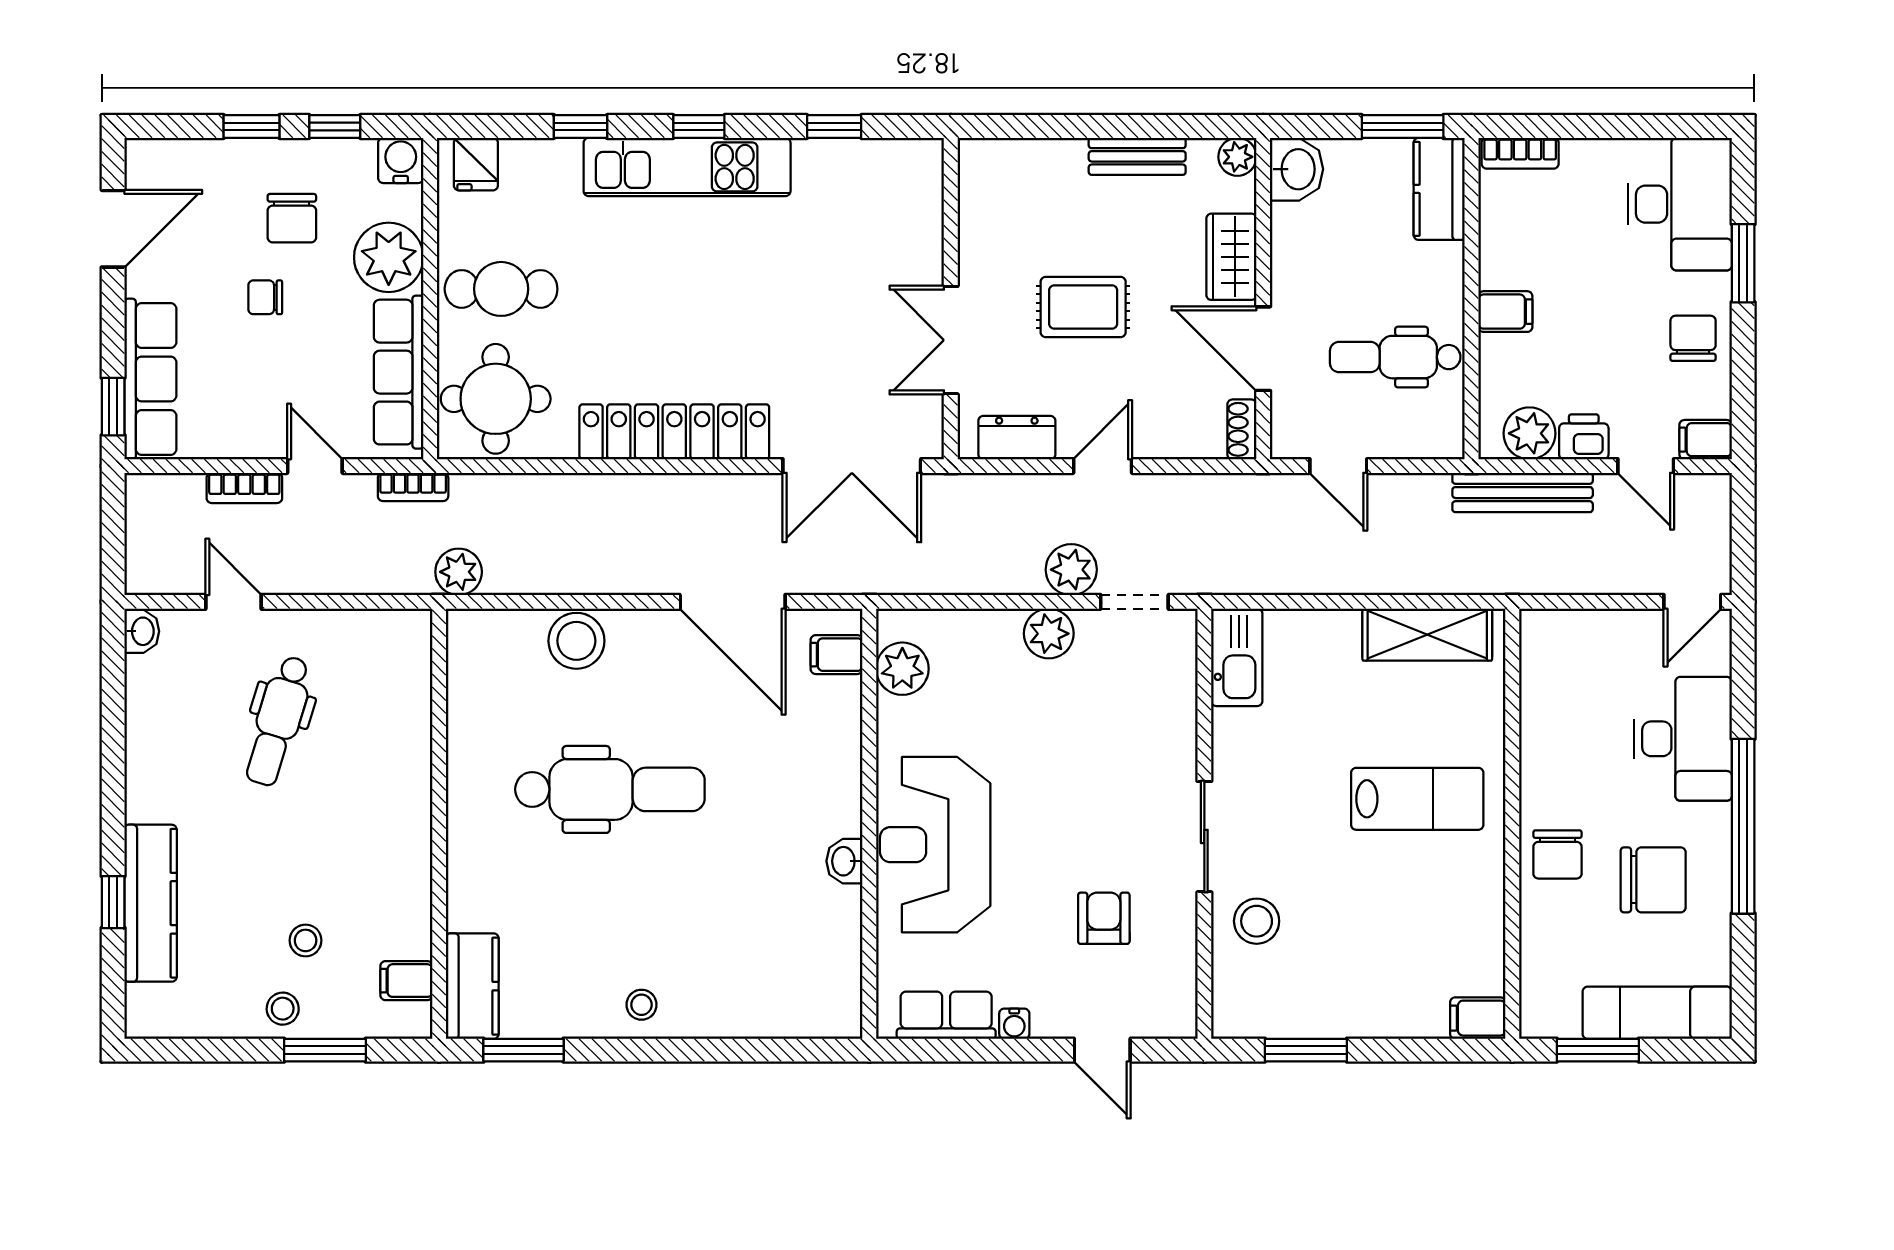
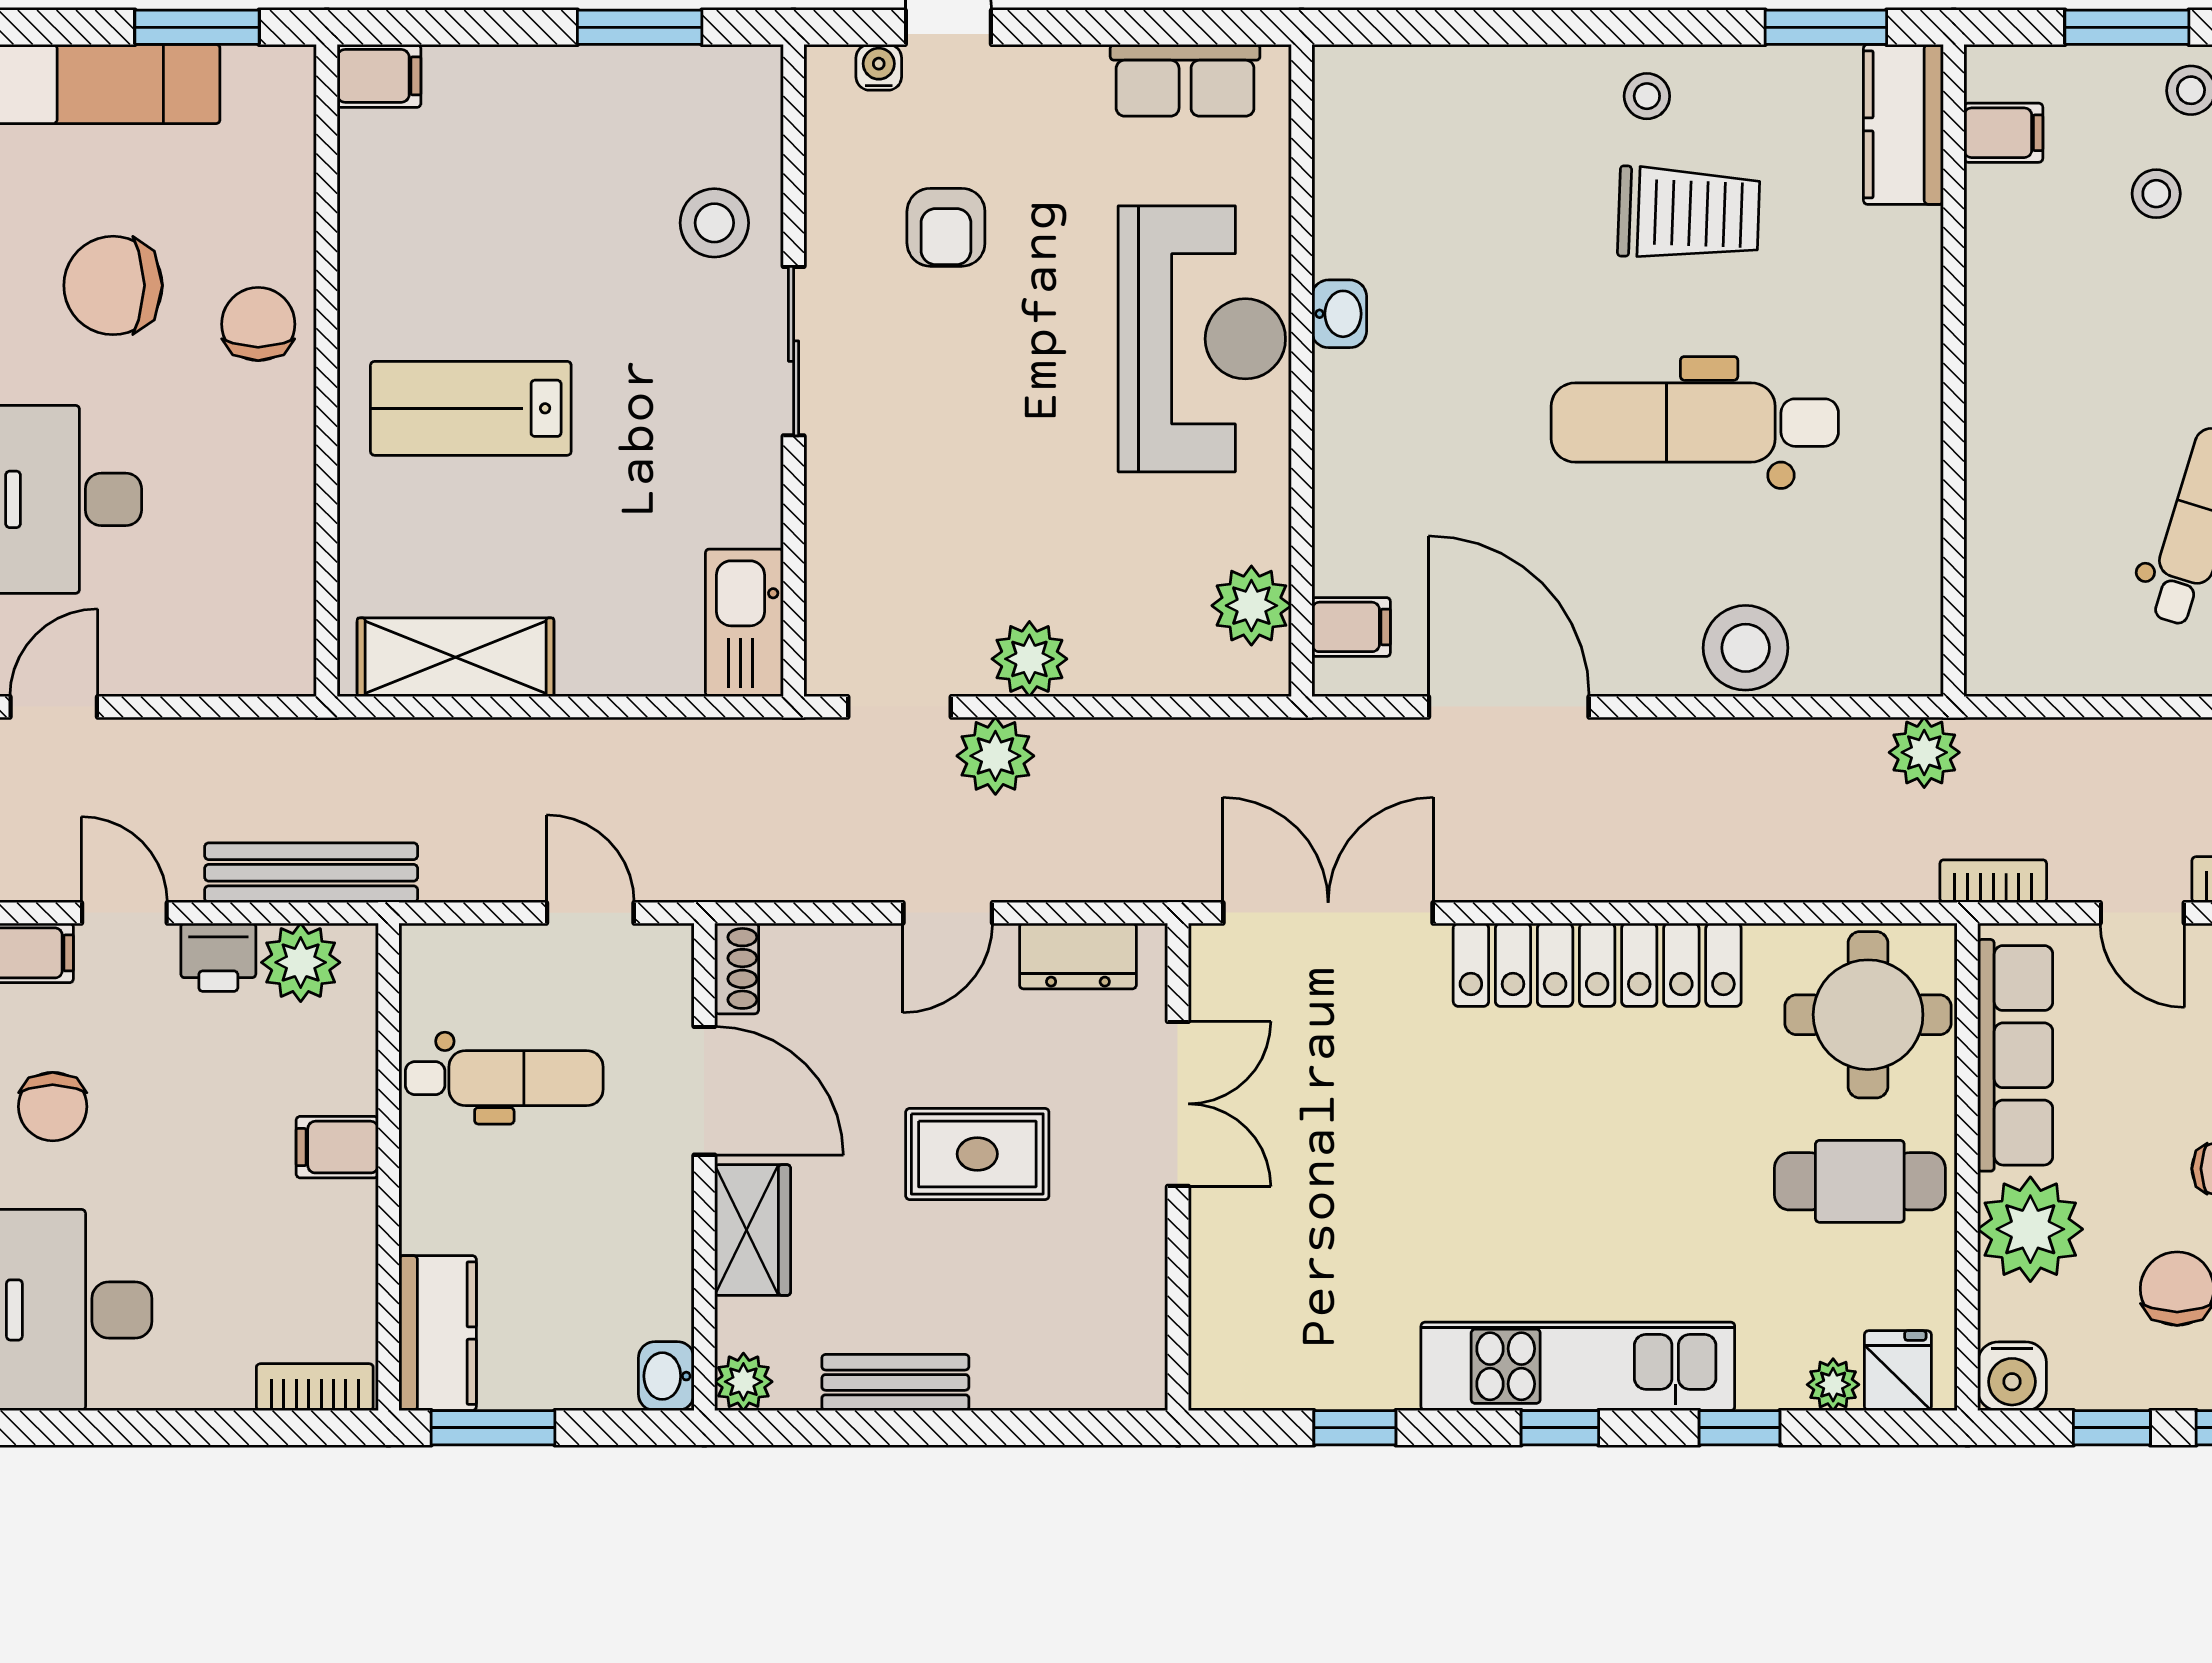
plant: (519, 155) -> (1833, 1385), added
washbasin: (1297, 169) -> (666, 1376), width x0.72, depth x0.69
trolley: (614, 927) -> (1689, 213), added
water cooler: (1014, 1024) -> (879, 67), moved

